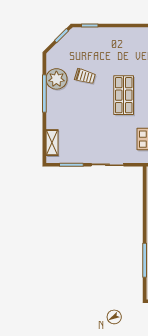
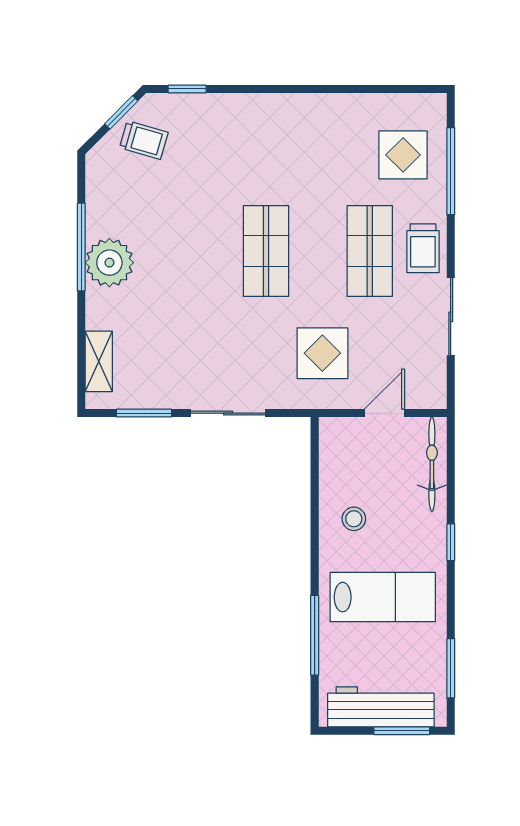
trolley: (85, 76) -> (144, 140), moved
plant: (56, 79) -> (109, 263), moved

